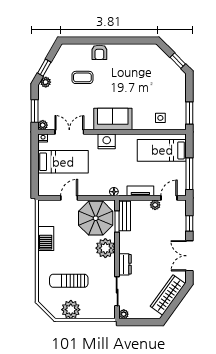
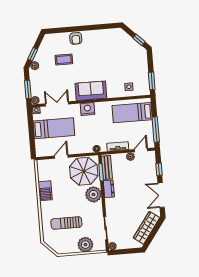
dresser: (125, 264) -> (109, 189), moved
plant: (71, 310) -> (85, 245), moved

